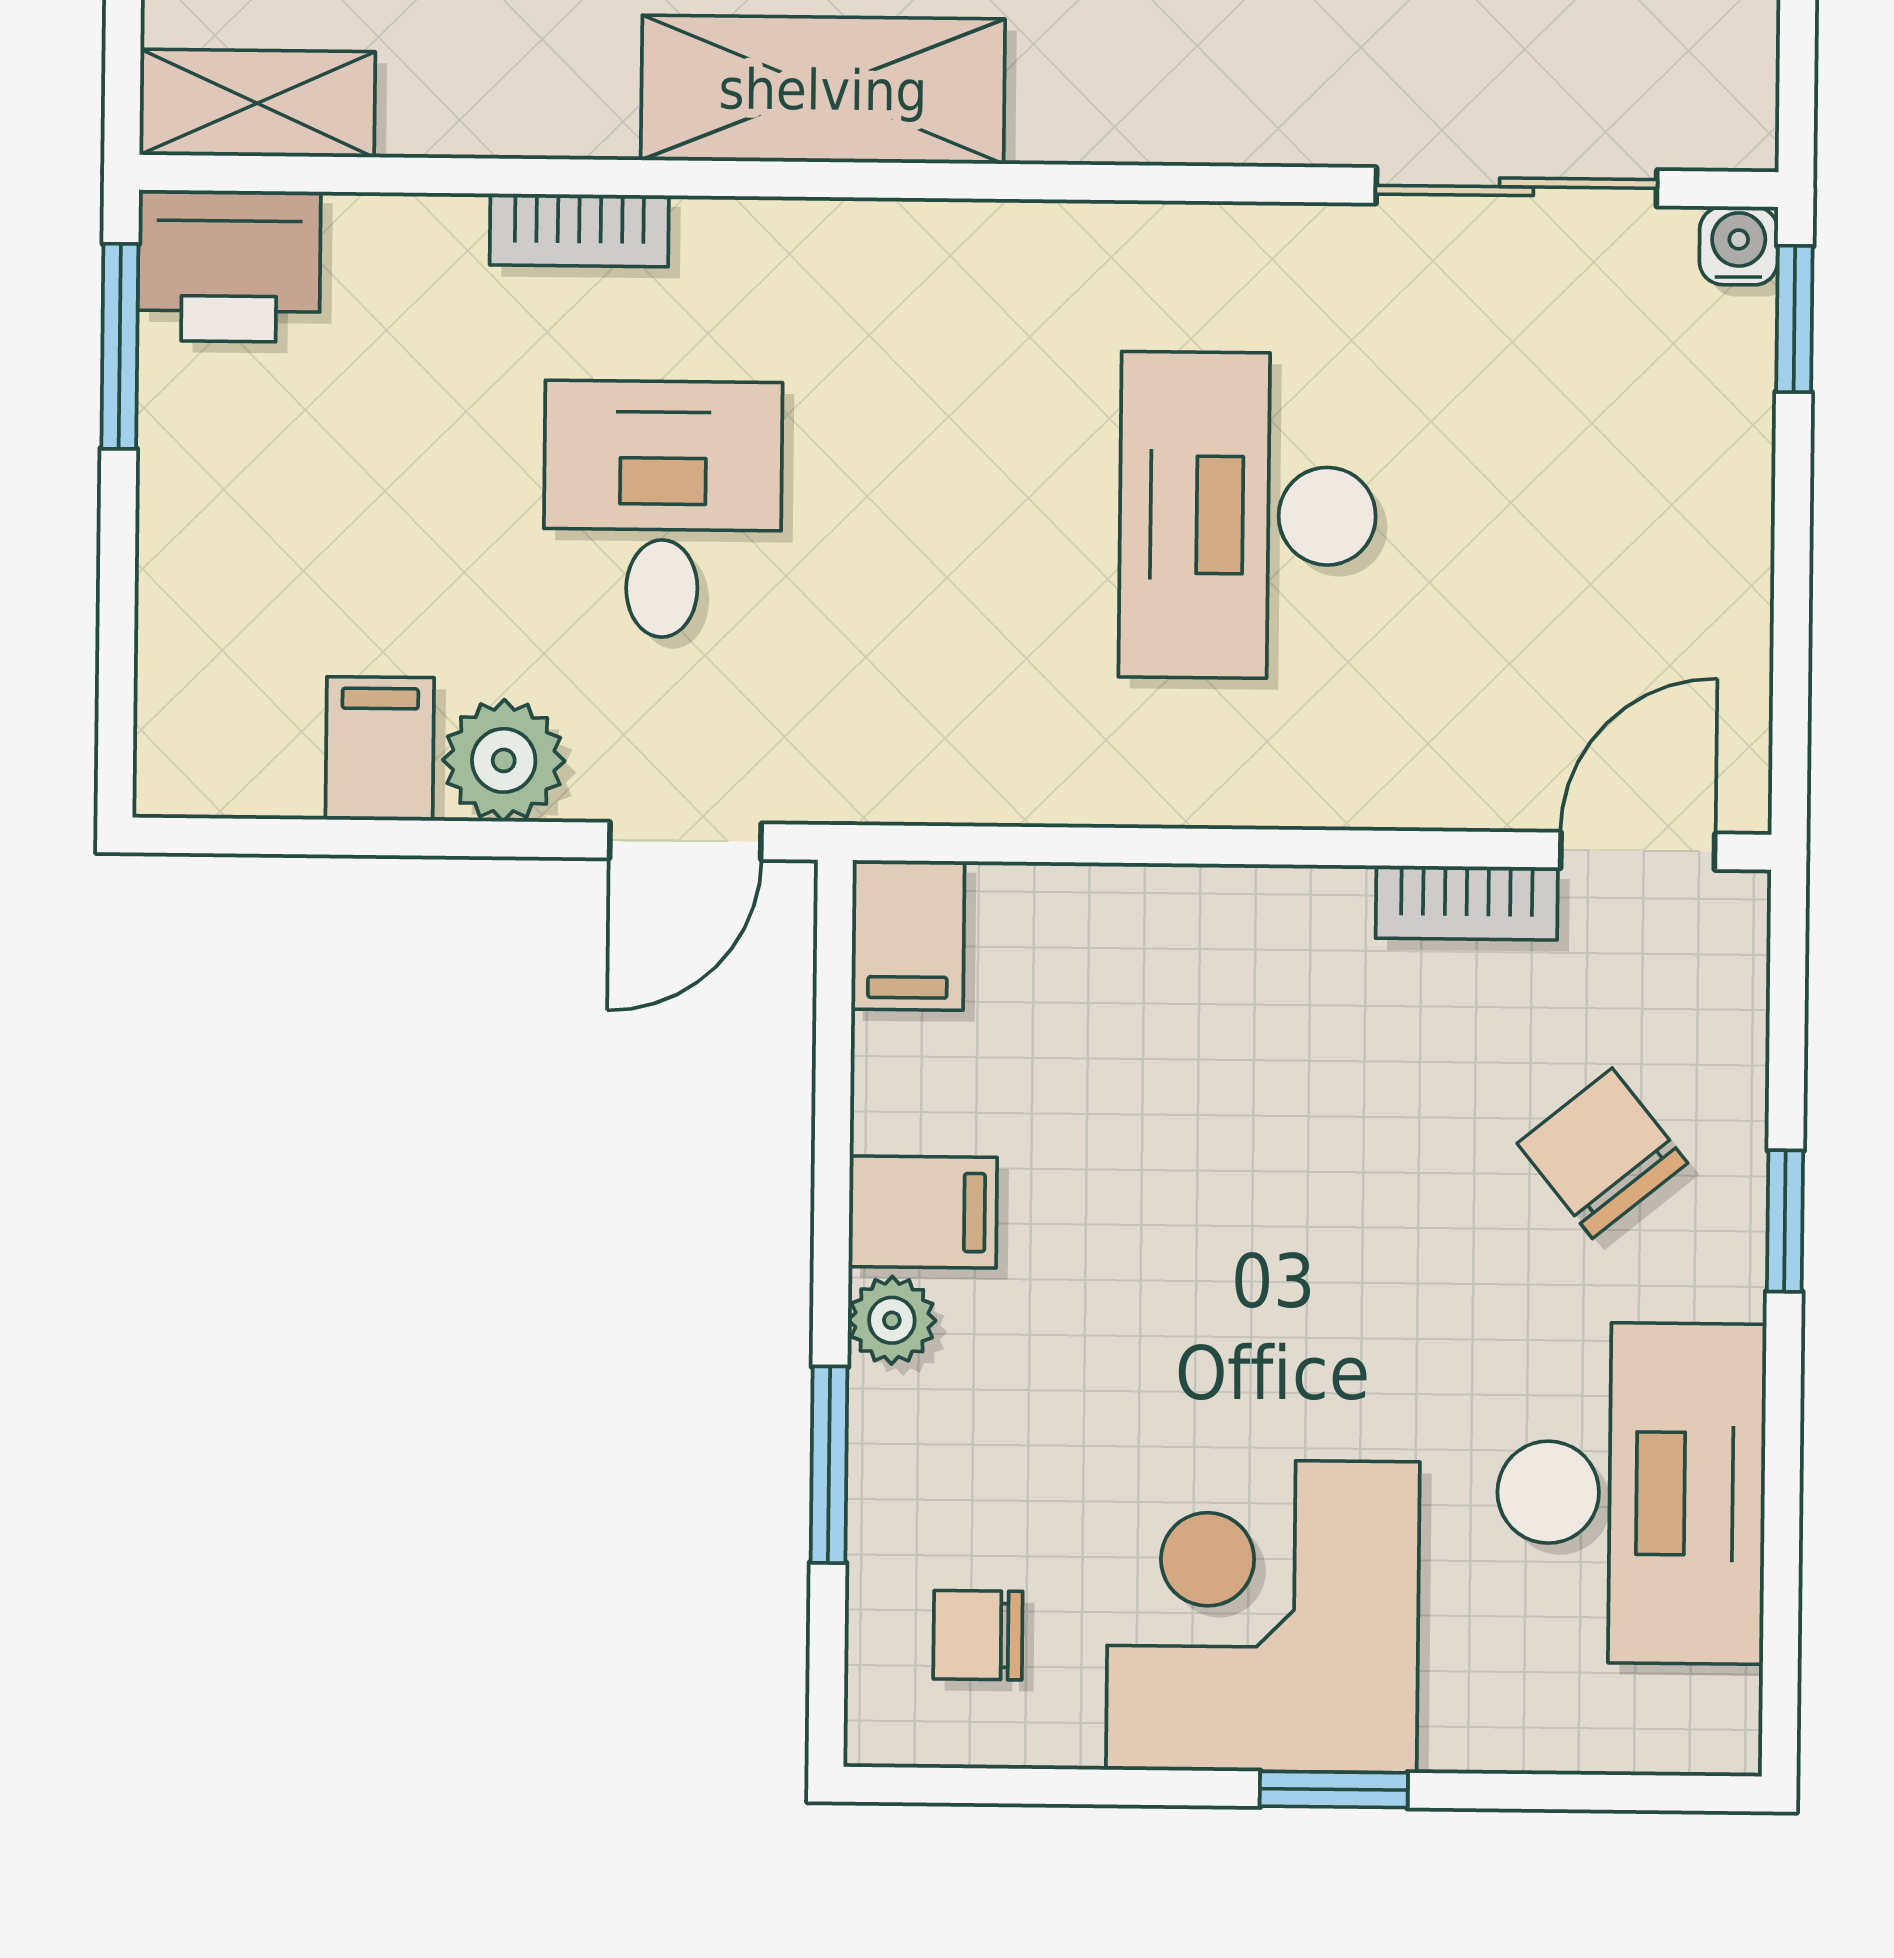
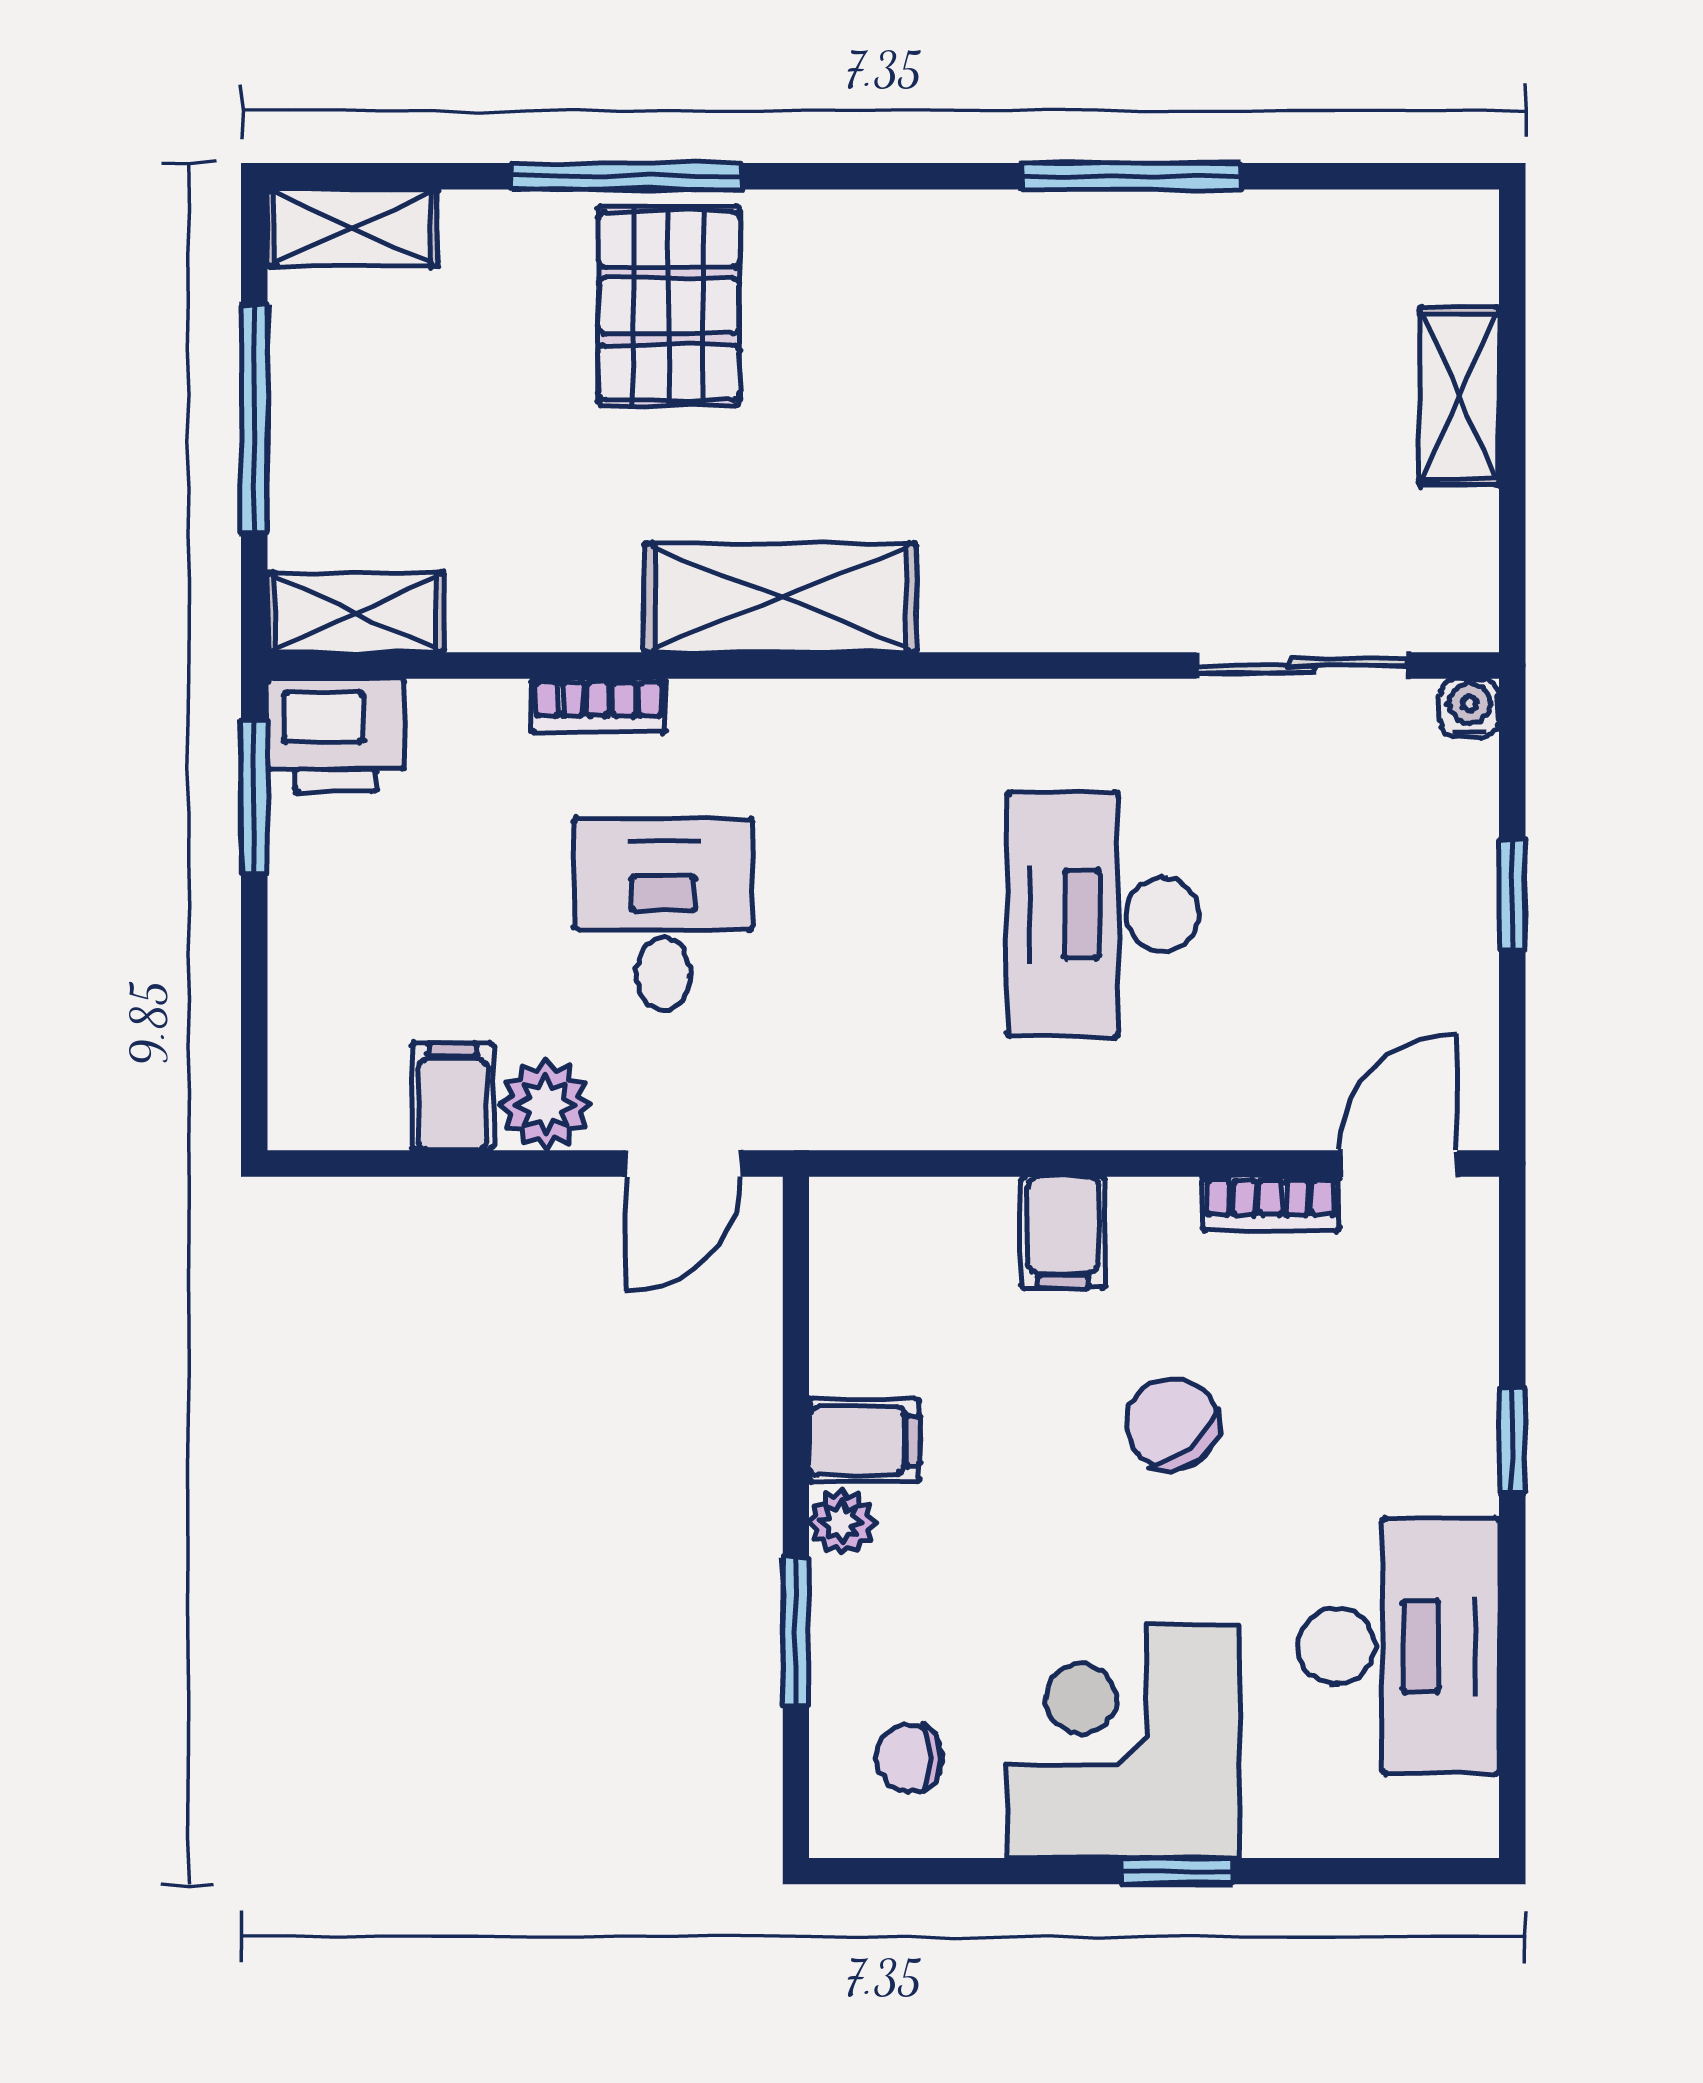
window: (1794, 319) -> (1512, 895), moved
filing cabinet: (908, 935) -> (1063, 1233), moved
chair: (1602, 1153) -> (1172, 1424), moved

